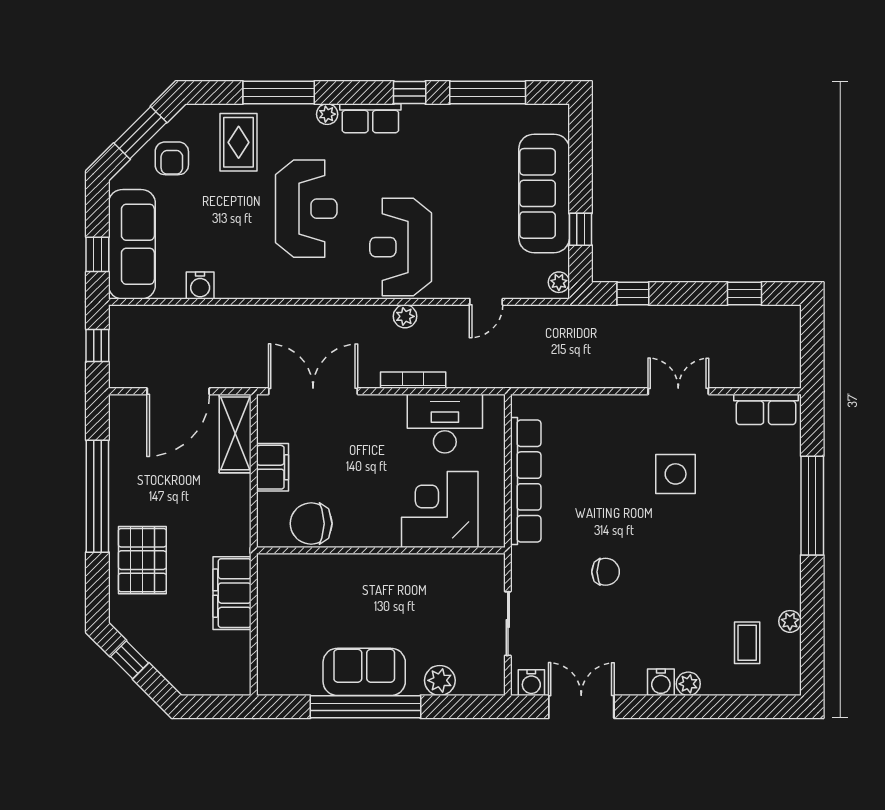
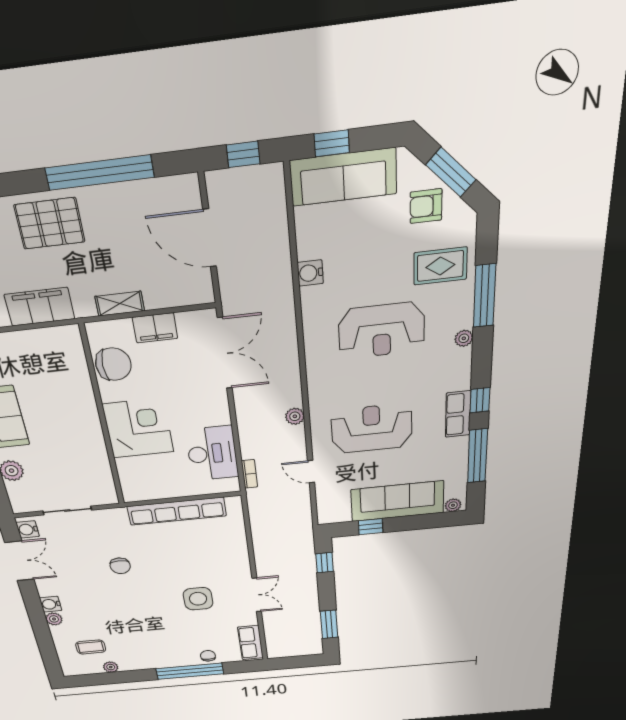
row of seats: (370, 118) -> (458, 414), moved
reception desk: (401, 247) -> (372, 429), moved
plant: (559, 282) -> (453, 505), moved
water cooler: (200, 285) -> (310, 273), moved
window: (744, 294) -> (329, 624), width x1.50
bookcase: (413, 380) -> (249, 474), moved, width x0.64
shelving: (235, 433) -> (120, 304), moved, width x0.67, depth x0.75
chair: (784, 474) -> (208, 656), added
corner desk: (440, 510) -> (138, 428), moved
chair: (311, 524) -> (113, 364), turned 90

